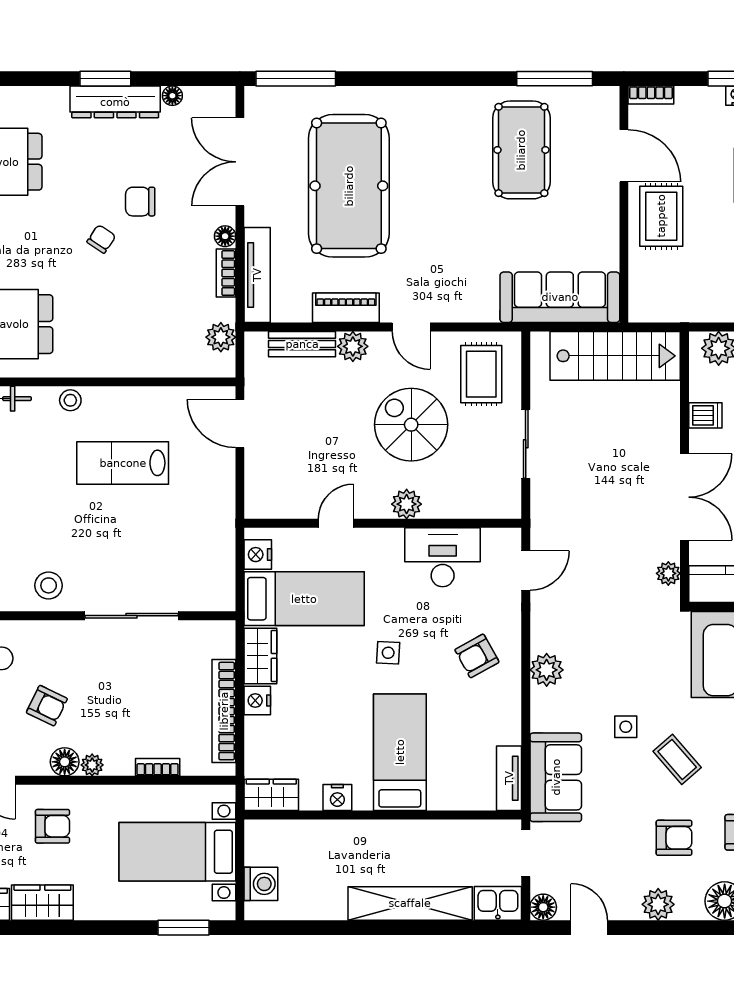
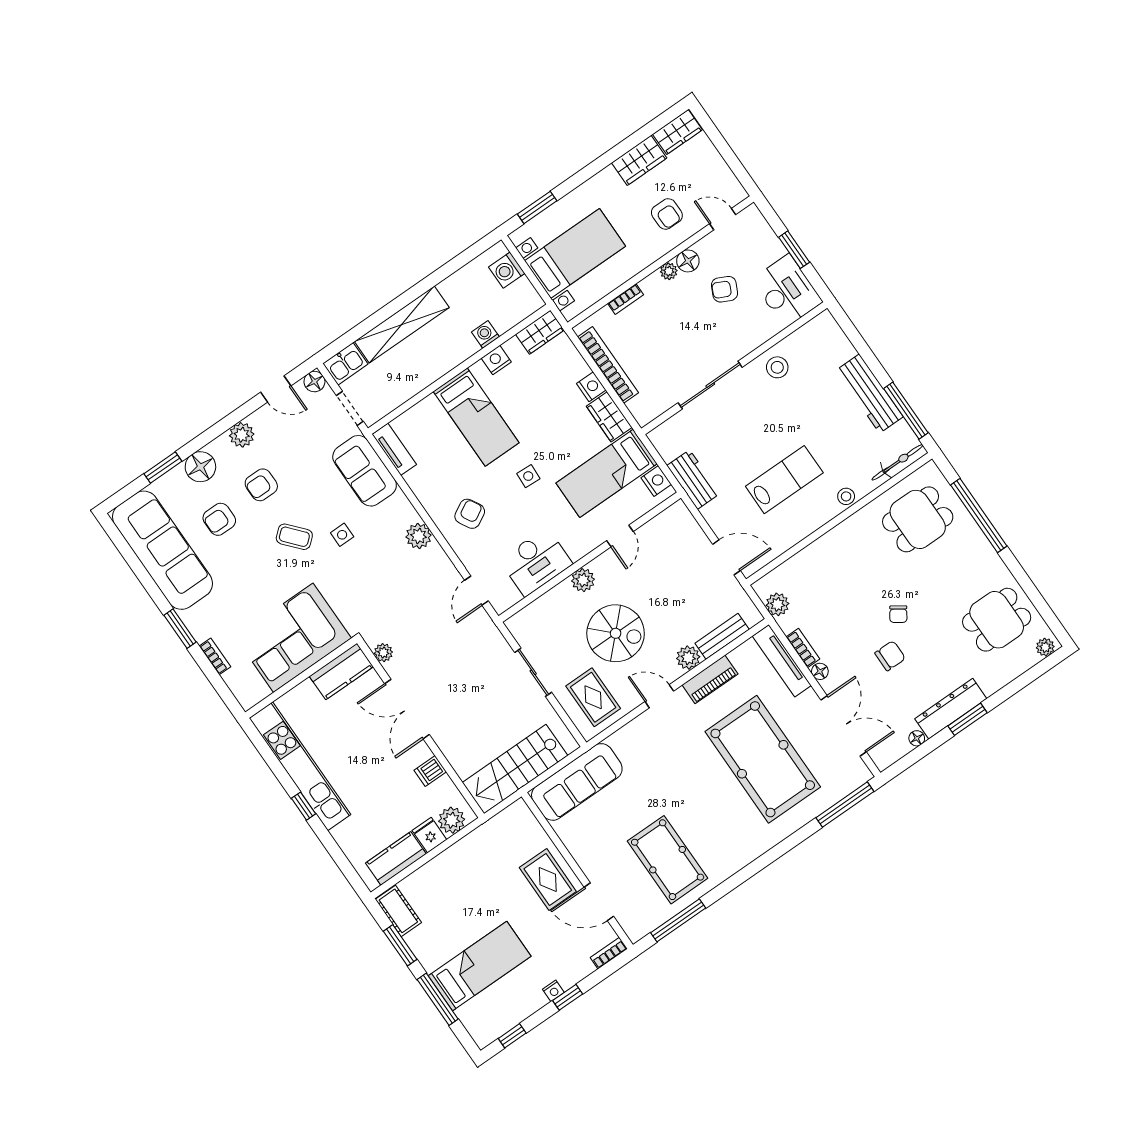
workbench: (218, 529) -> (693, 480), added
armchair: (52, 826) -> (667, 214), turned -90
washing machine: (330, 832) -> (485, 334), added

